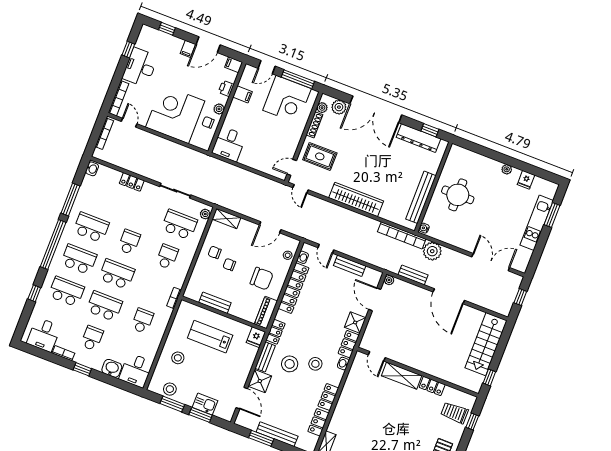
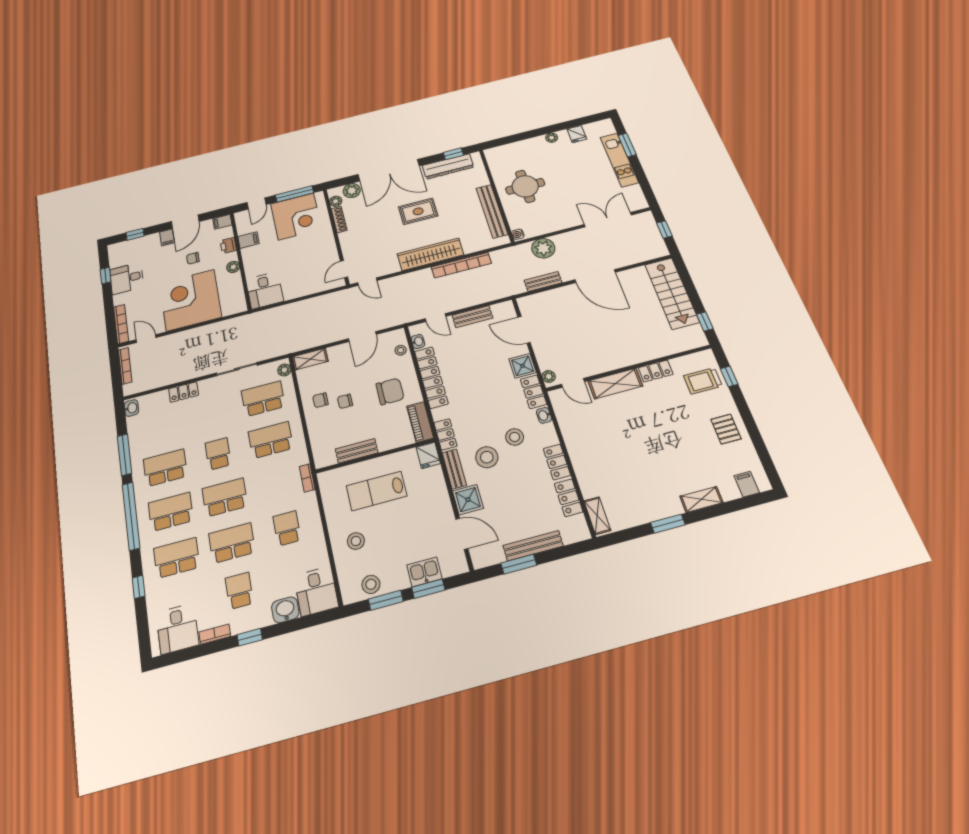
desk: (140, 67) -> (127, 278), width x0.73
chair: (208, 122) -> (193, 258), moved
rug: (320, 156) -> (418, 211), moved
bookcase: (402, 235) -> (461, 265), moved
school desk: (167, 257) -> (271, 440), width x1.85
plant: (389, 280) -> (549, 376), moved

